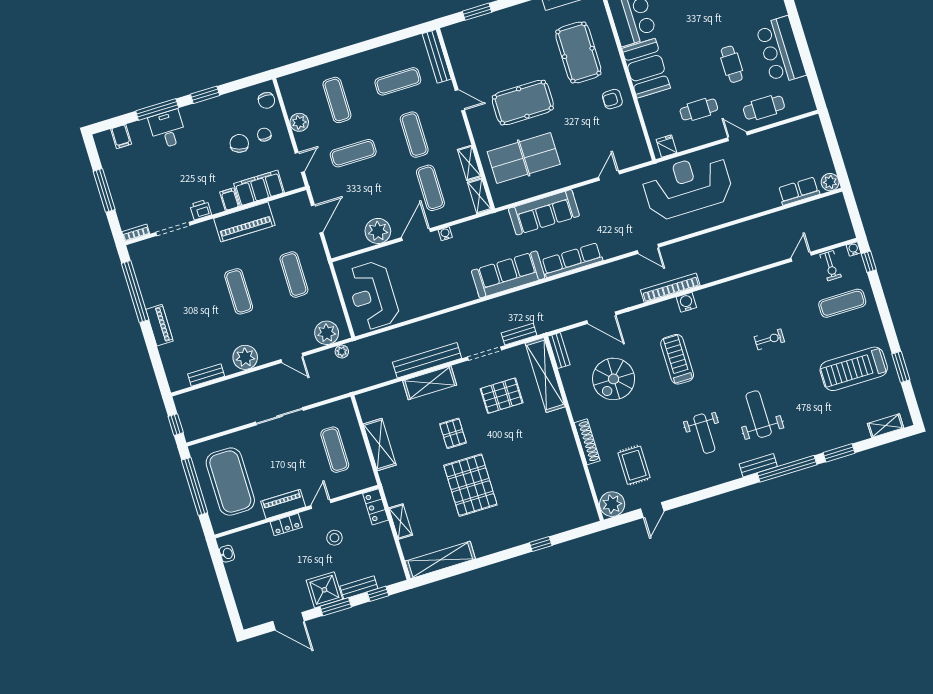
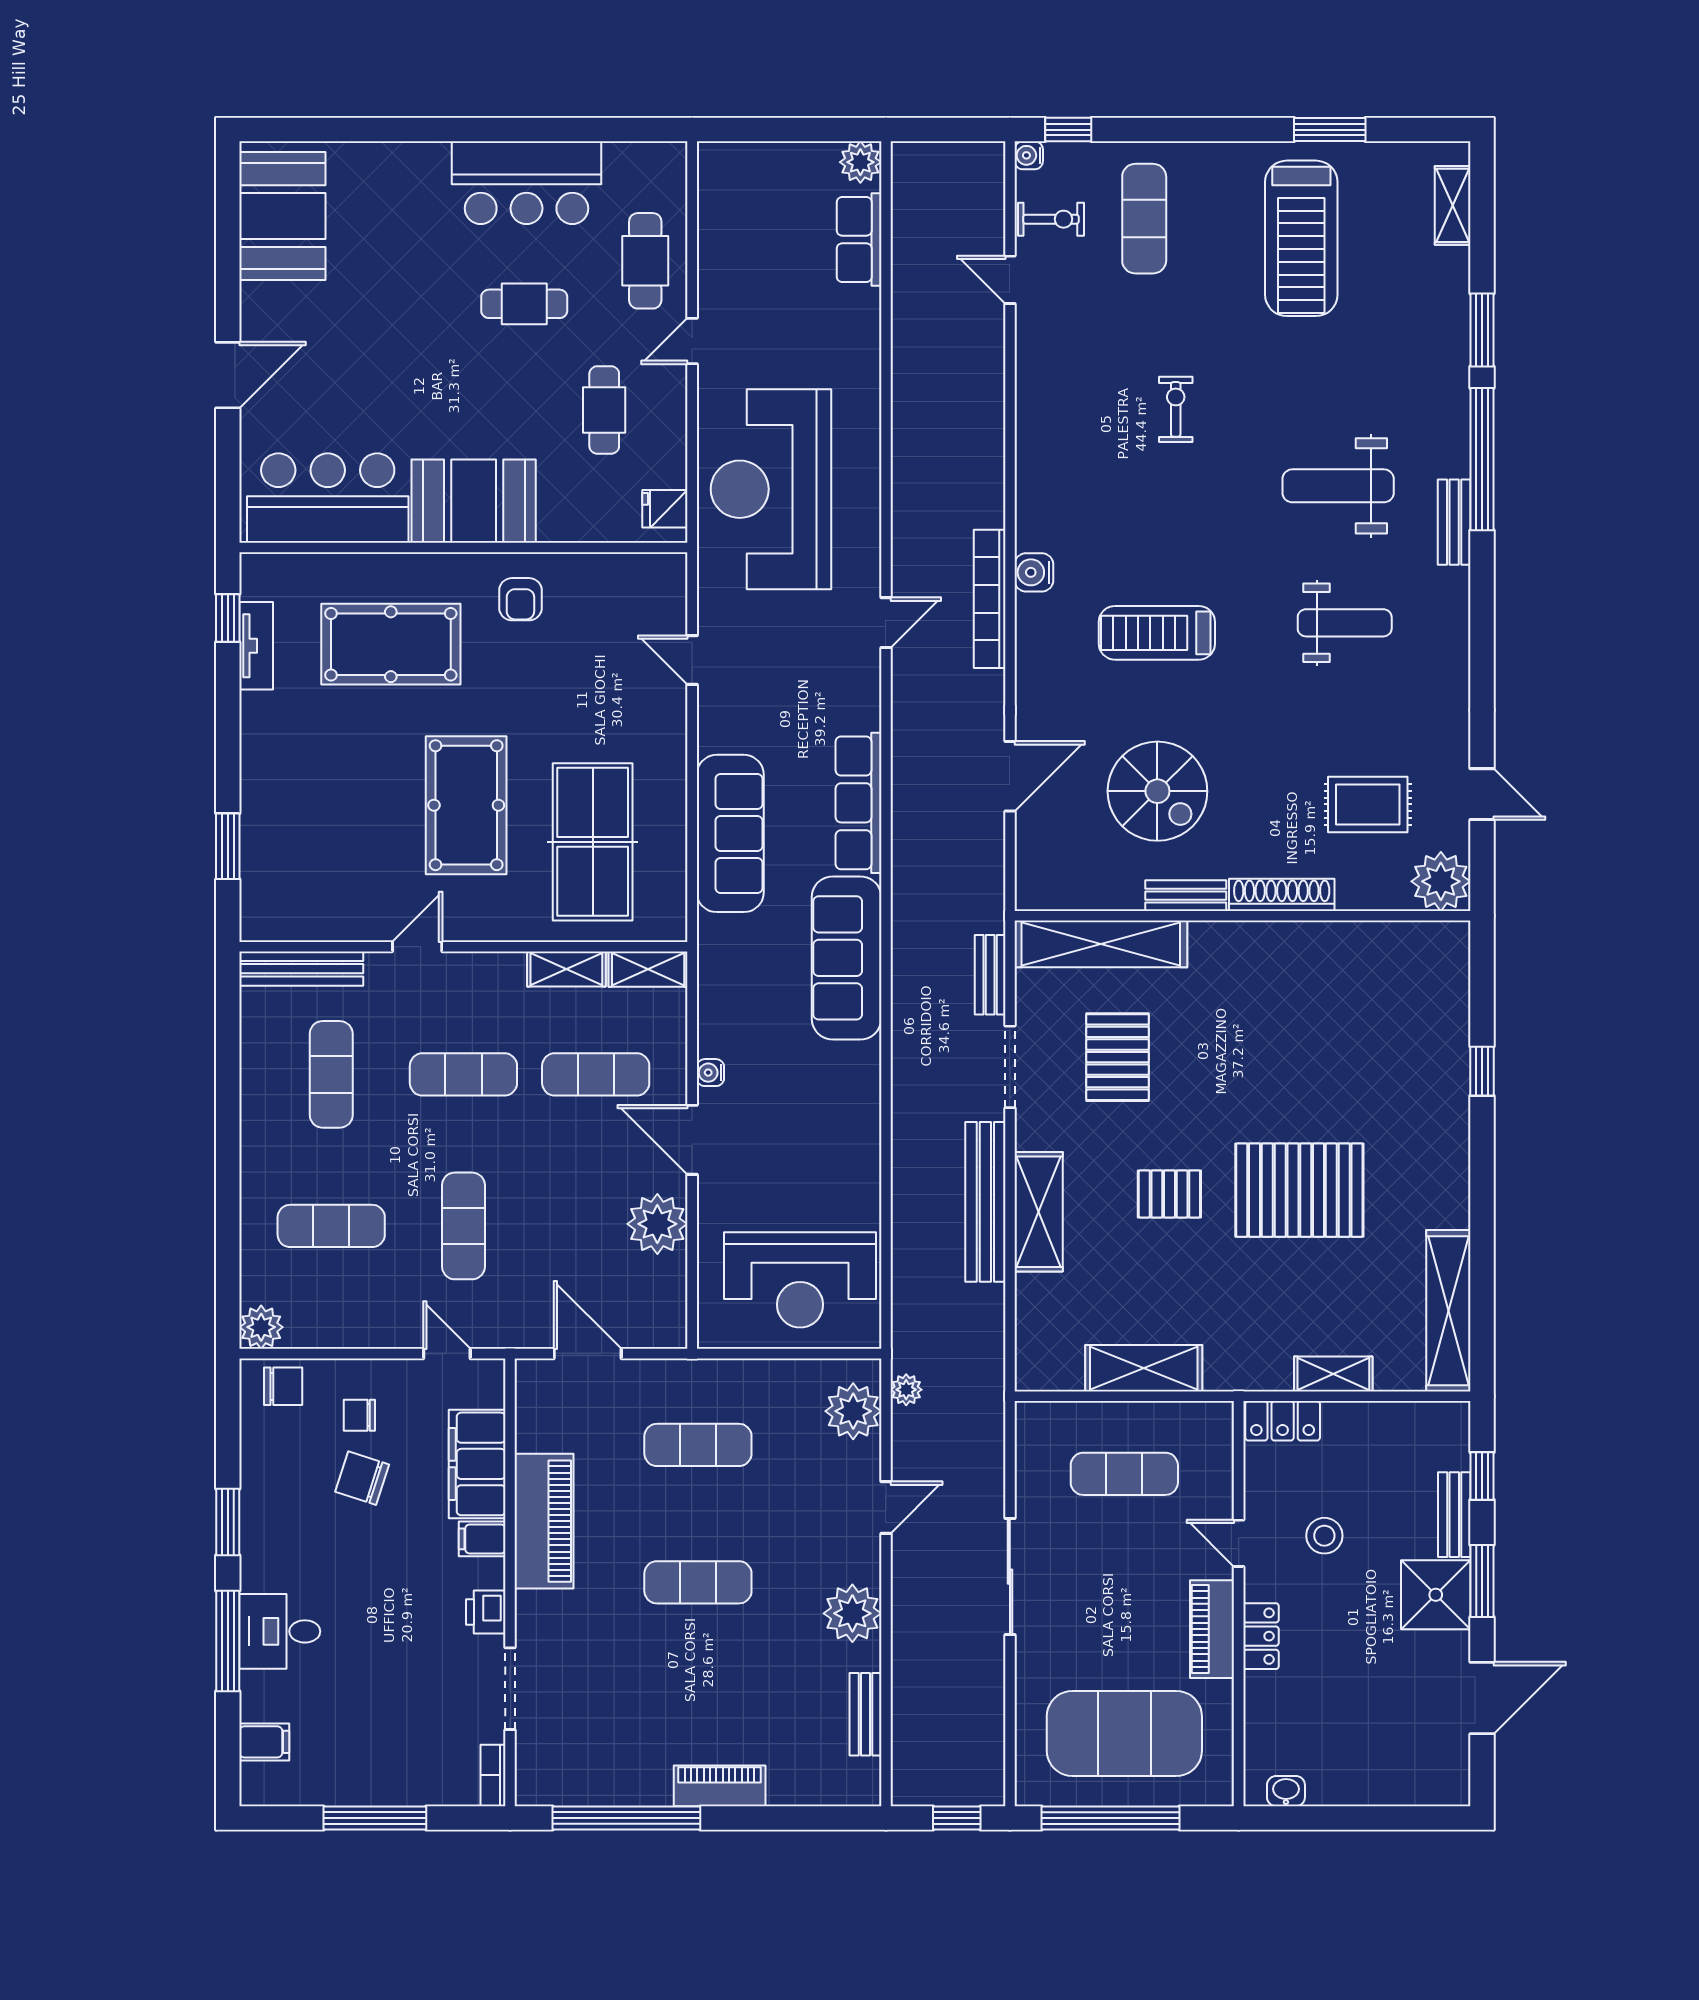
plant: (299, 122) -> (261, 1327), moved
bench: (559, 351) -> (1186, 896), moved

